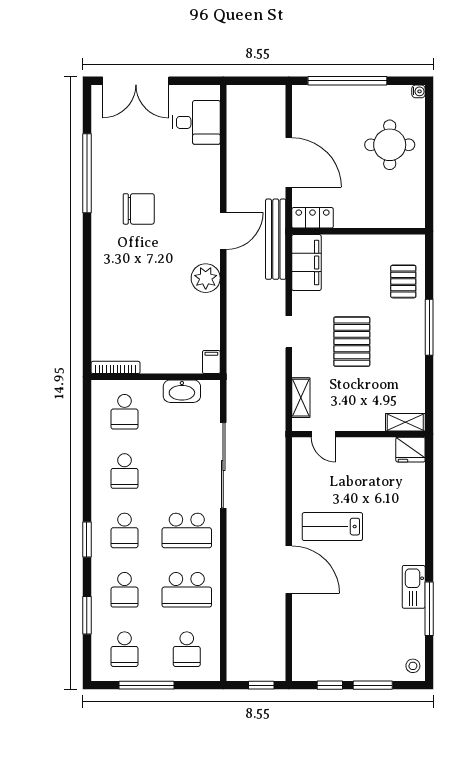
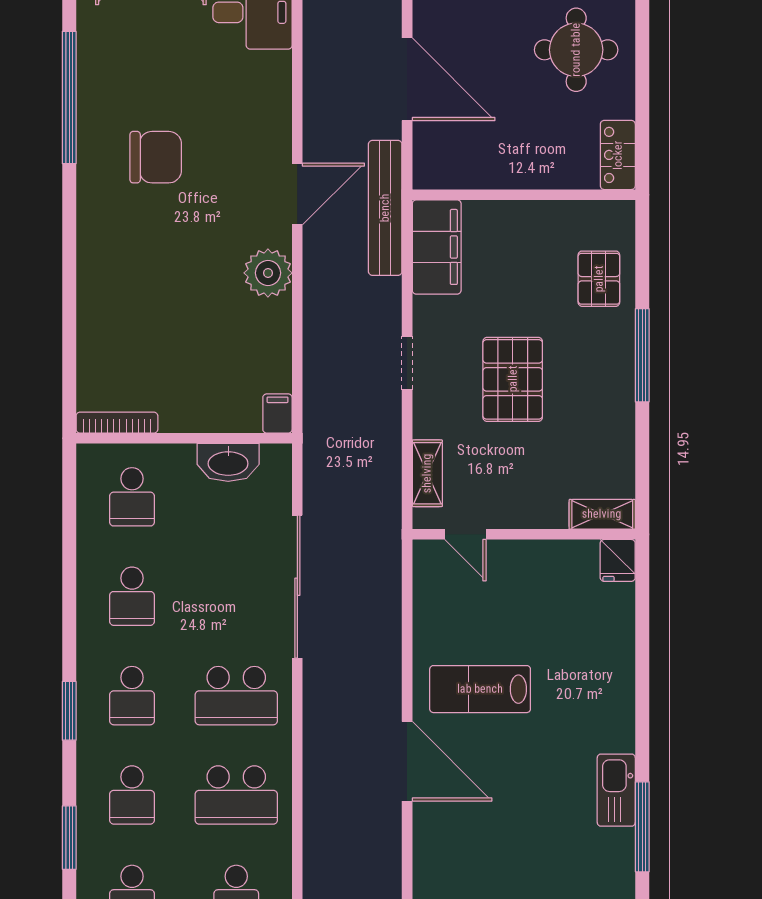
locker: (313, 218) -> (618, 155), moved, turned -90
fridge: (410, 450) -> (618, 560), width x0.72

